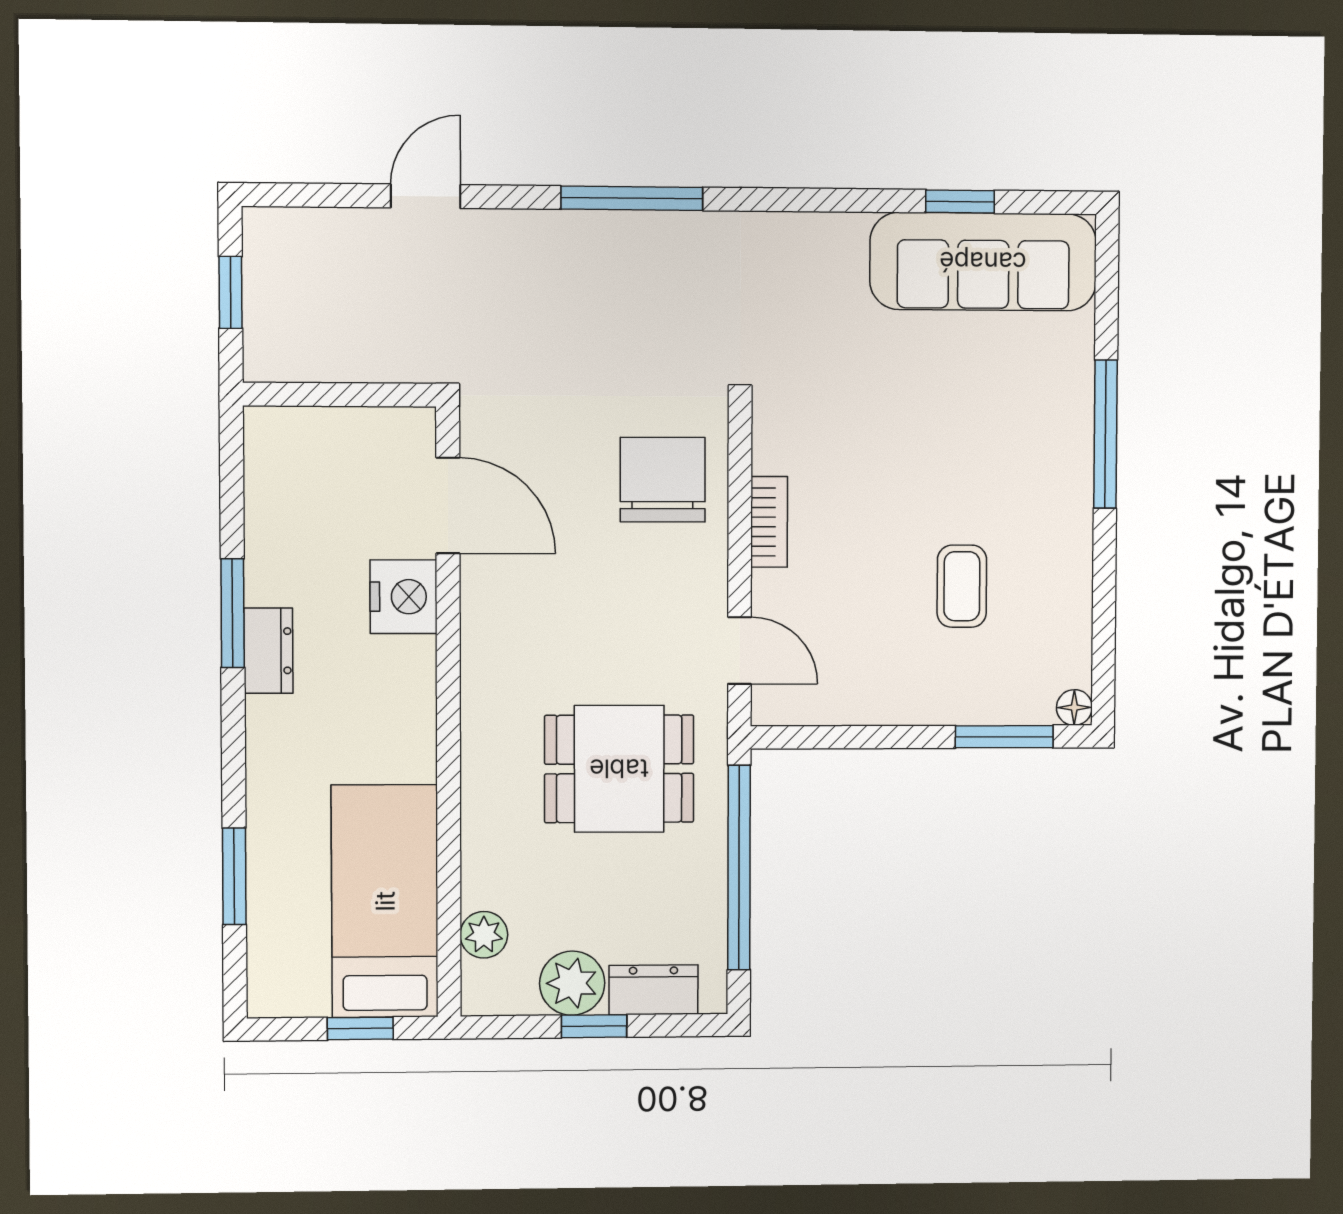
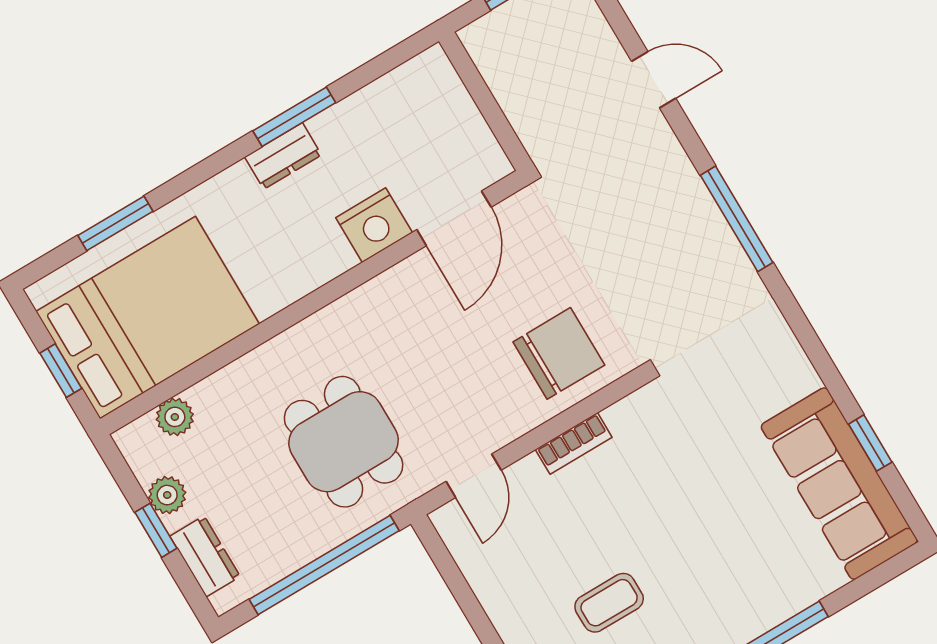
bed: (385, 901) -> (148, 318), width x1.50
plant: (572, 983) -> (167, 495), width x0.73, depth x0.73

